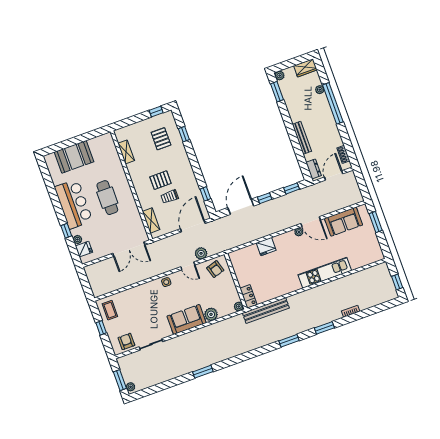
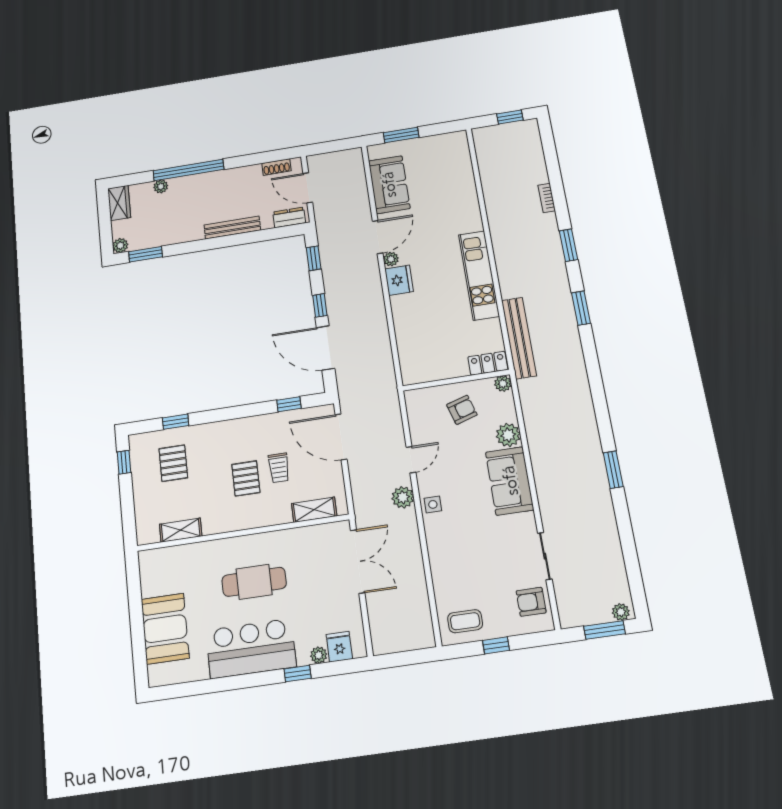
pallet: (161, 139) -> (173, 463), turned 90
fridge: (266, 247) -> (399, 280), moved
plant: (201, 253) -> (403, 497), moved
armchair: (215, 269) -> (462, 410), moved
kitchen unit: (325, 273) -> (479, 275), moved

